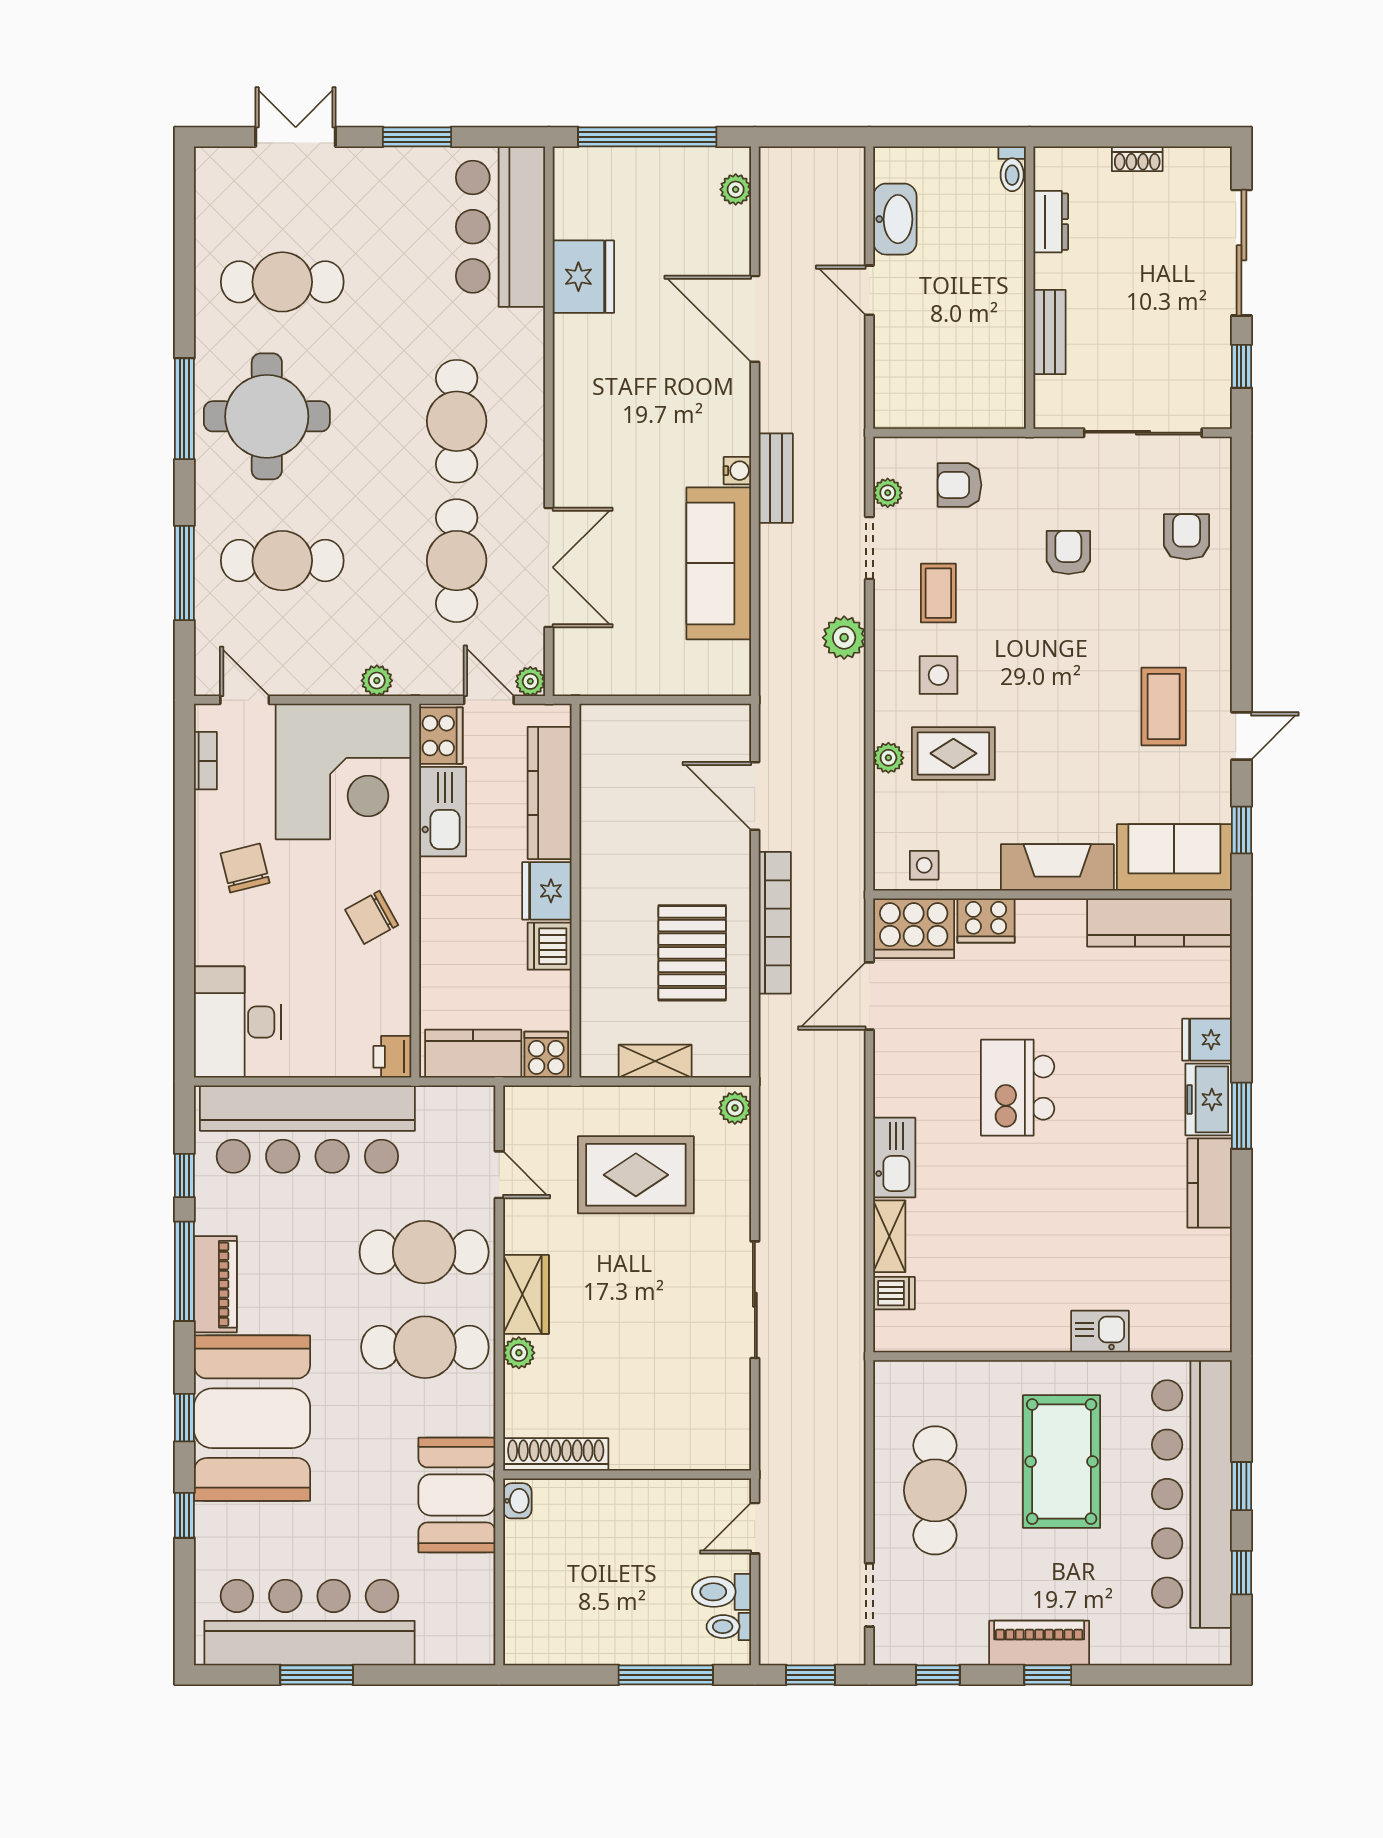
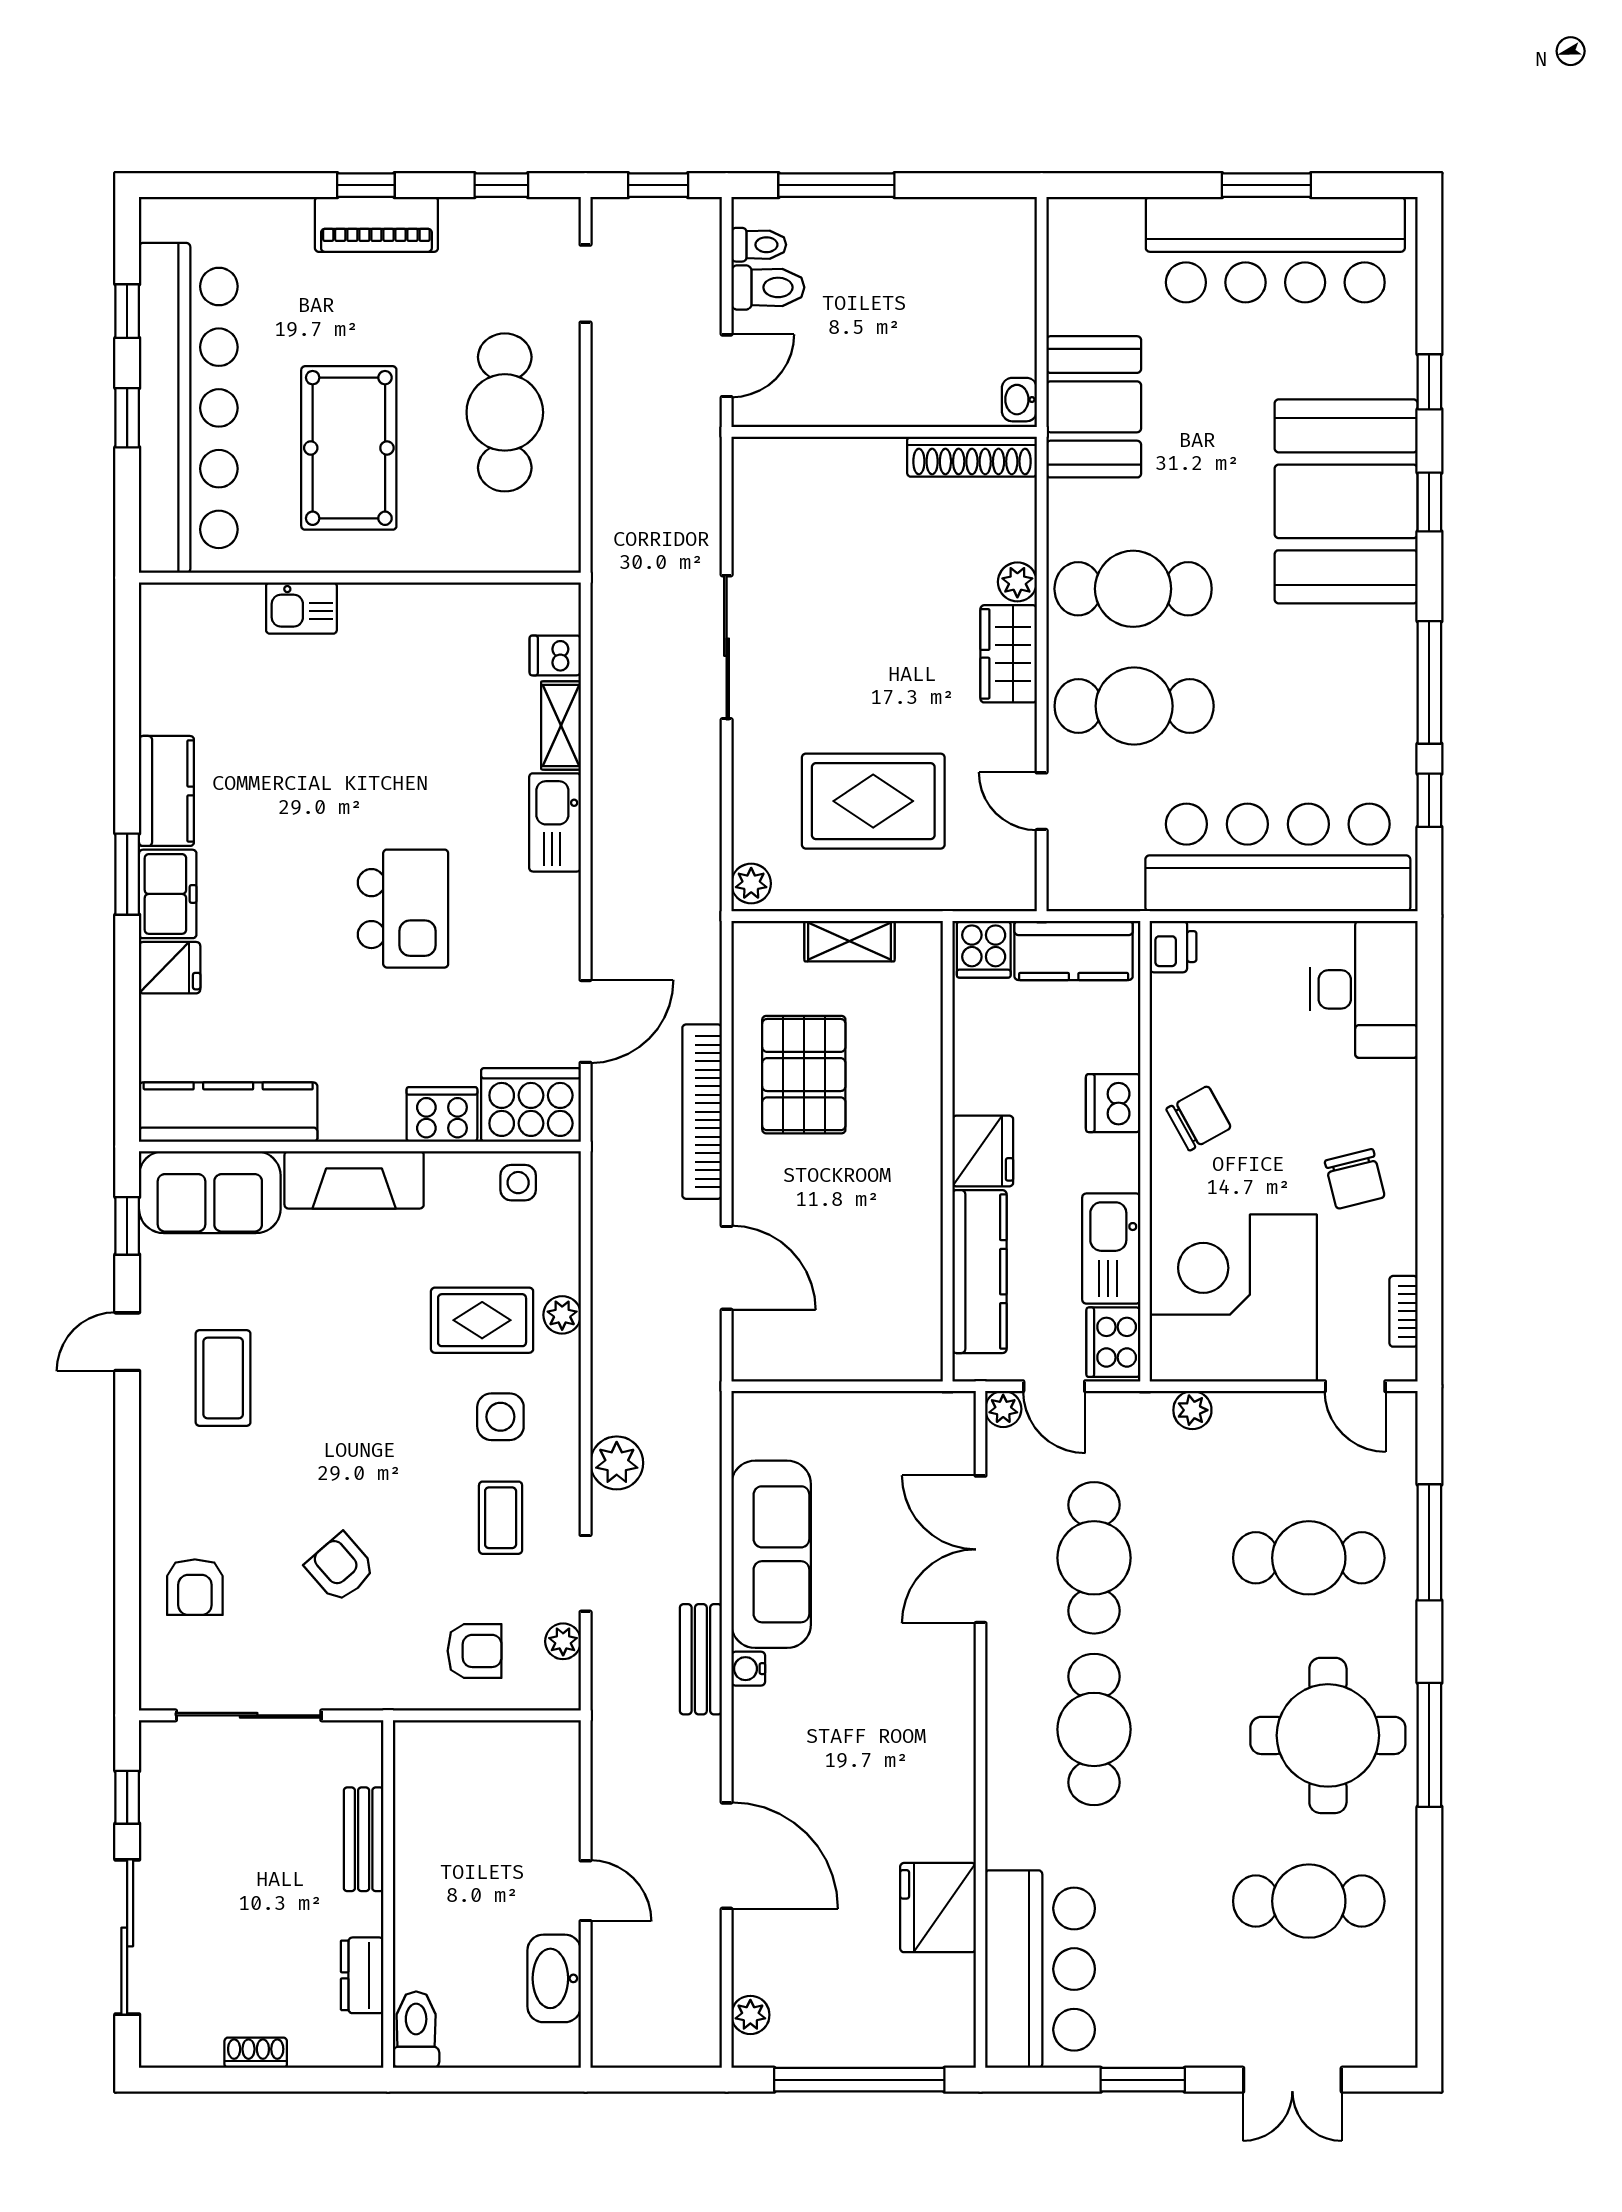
toilet: (1012, 169) -> (416, 2030), width x1.37, depth x1.39
armchair: (1068, 552) -> (340, 1568), turned 139
dishwasher: (550, 946) -> (1113, 1103), moved, turned 180
piano: (215, 1284) -> (1391, 666), removed

